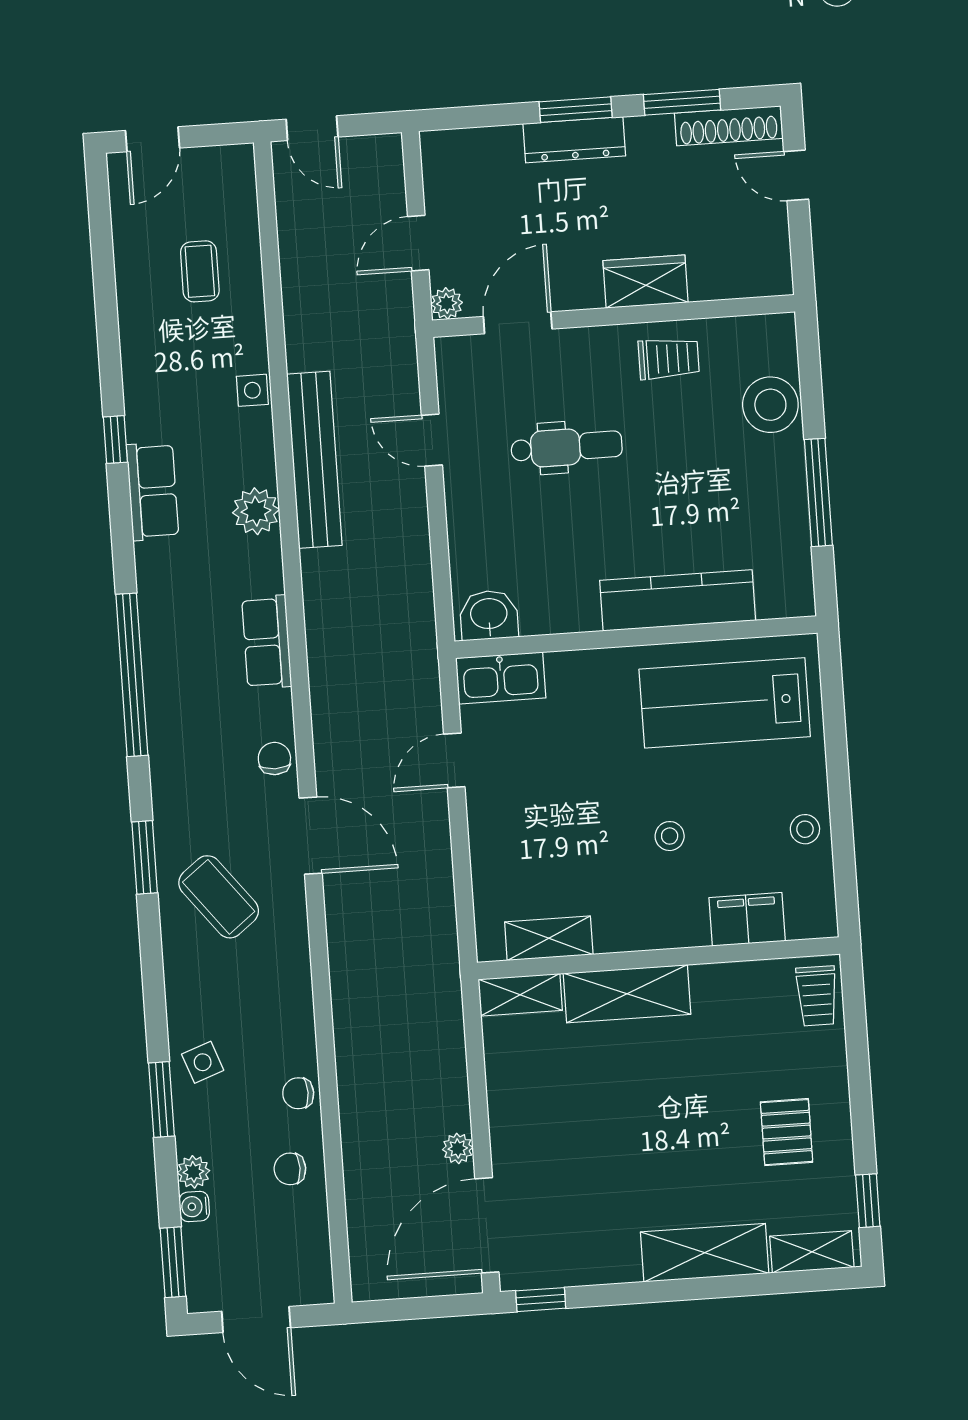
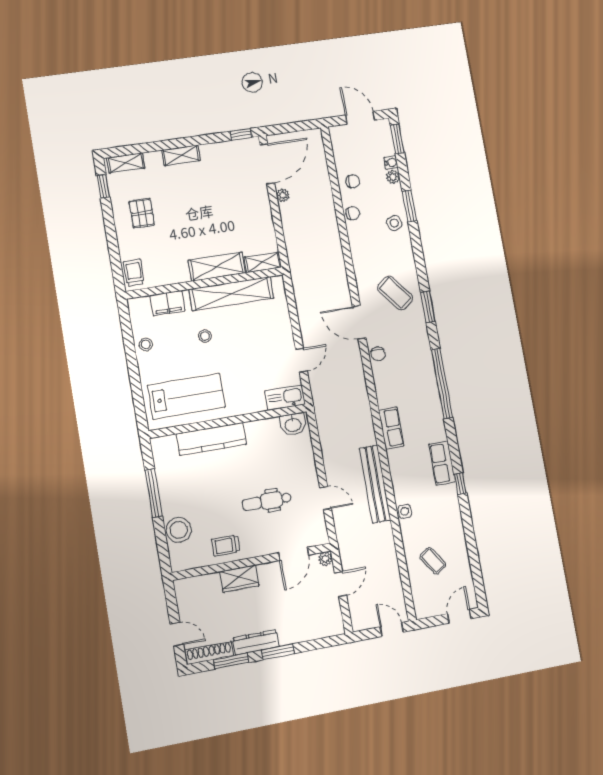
dresser: (574, 140) -> (256, 642), moved
coffee table: (200, 271) -> (433, 561), turned -33
plant: (256, 511) -> (397, 459), removed
row of seats: (267, 642) -> (391, 428), moved
shelving: (549, 938) -> (231, 294), width x2.20, depth x1.33
shelving: (705, 1253) -> (181, 155), width x0.67, depth x0.75

